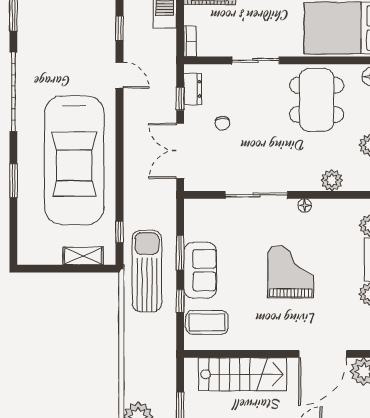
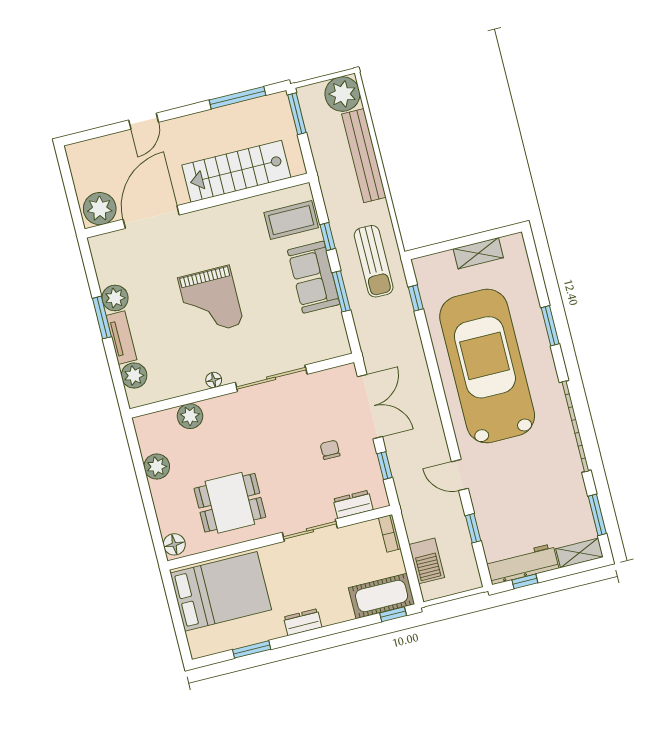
dresser: (193, 89) -> (353, 504), moved, turned 90
dining table: (317, 100) -> (230, 503), width x0.73
shelving: (83, 256) -> (478, 253), moved
sun lounger: (147, 271) -> (374, 261), width x0.73, depth x0.75
bench: (133, 361) -> (364, 156), added

